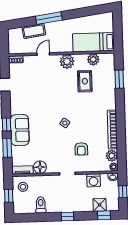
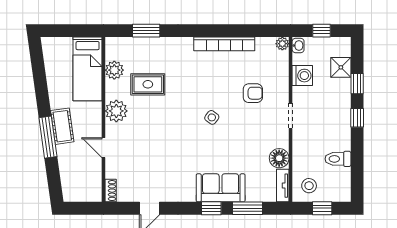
cot: (34, 31) -> (62, 126), moved
plant: (112, 156) -> (265, 46), removed
window: (104, 215) -> (357, 84), moved

